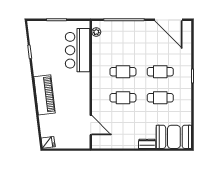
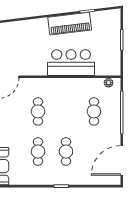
bar counter: (78, 50) -> (71, 63), moved
cafe table: (123, 72) -> (94, 111), moved
piano: (44, 95) -> (70, 24), moved

